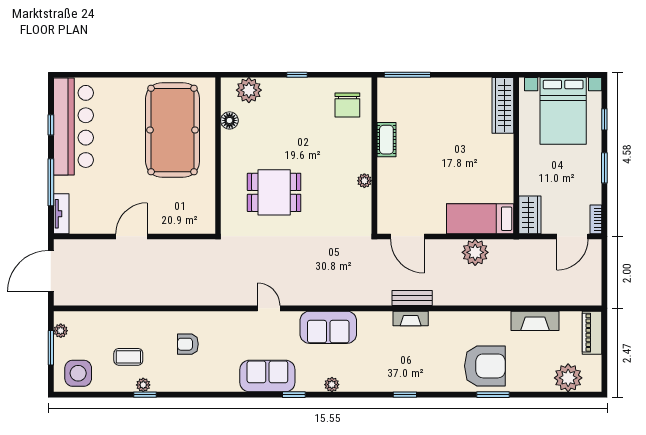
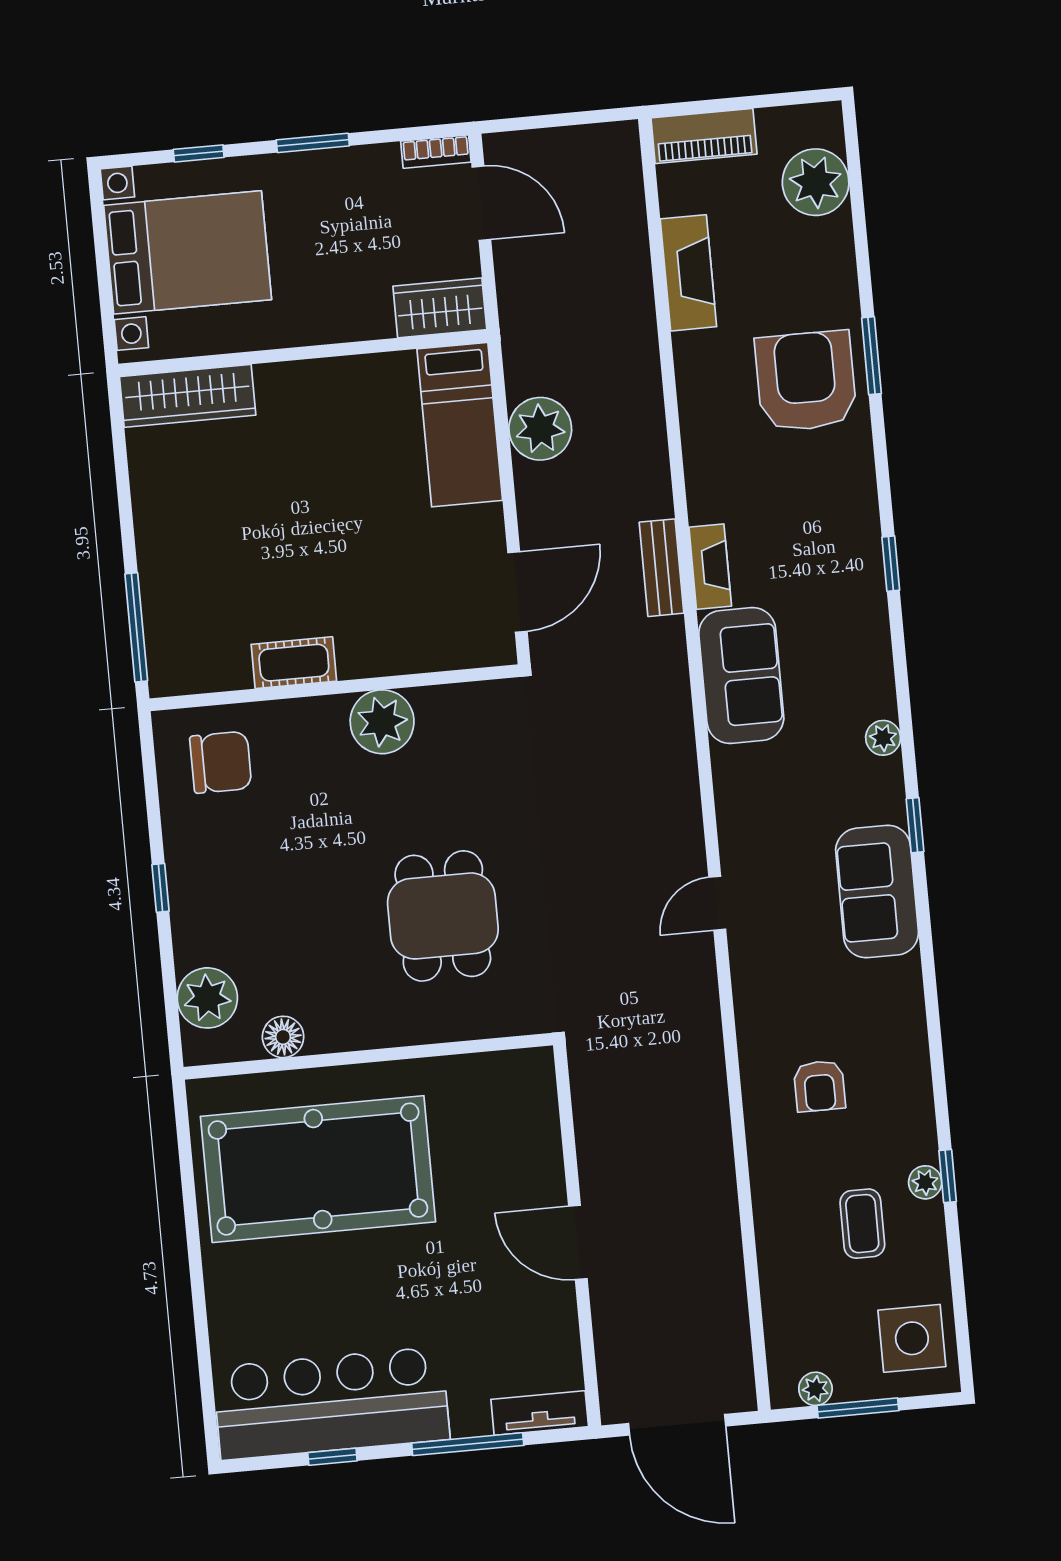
plant: (364, 181) -> (382, 722), width x1.88, depth x1.88
sofa: (328, 327) -> (741, 675), moved

